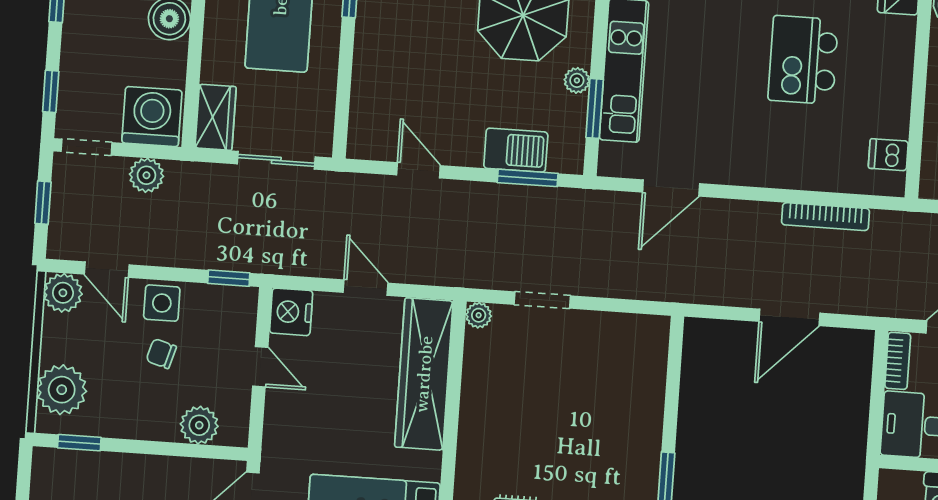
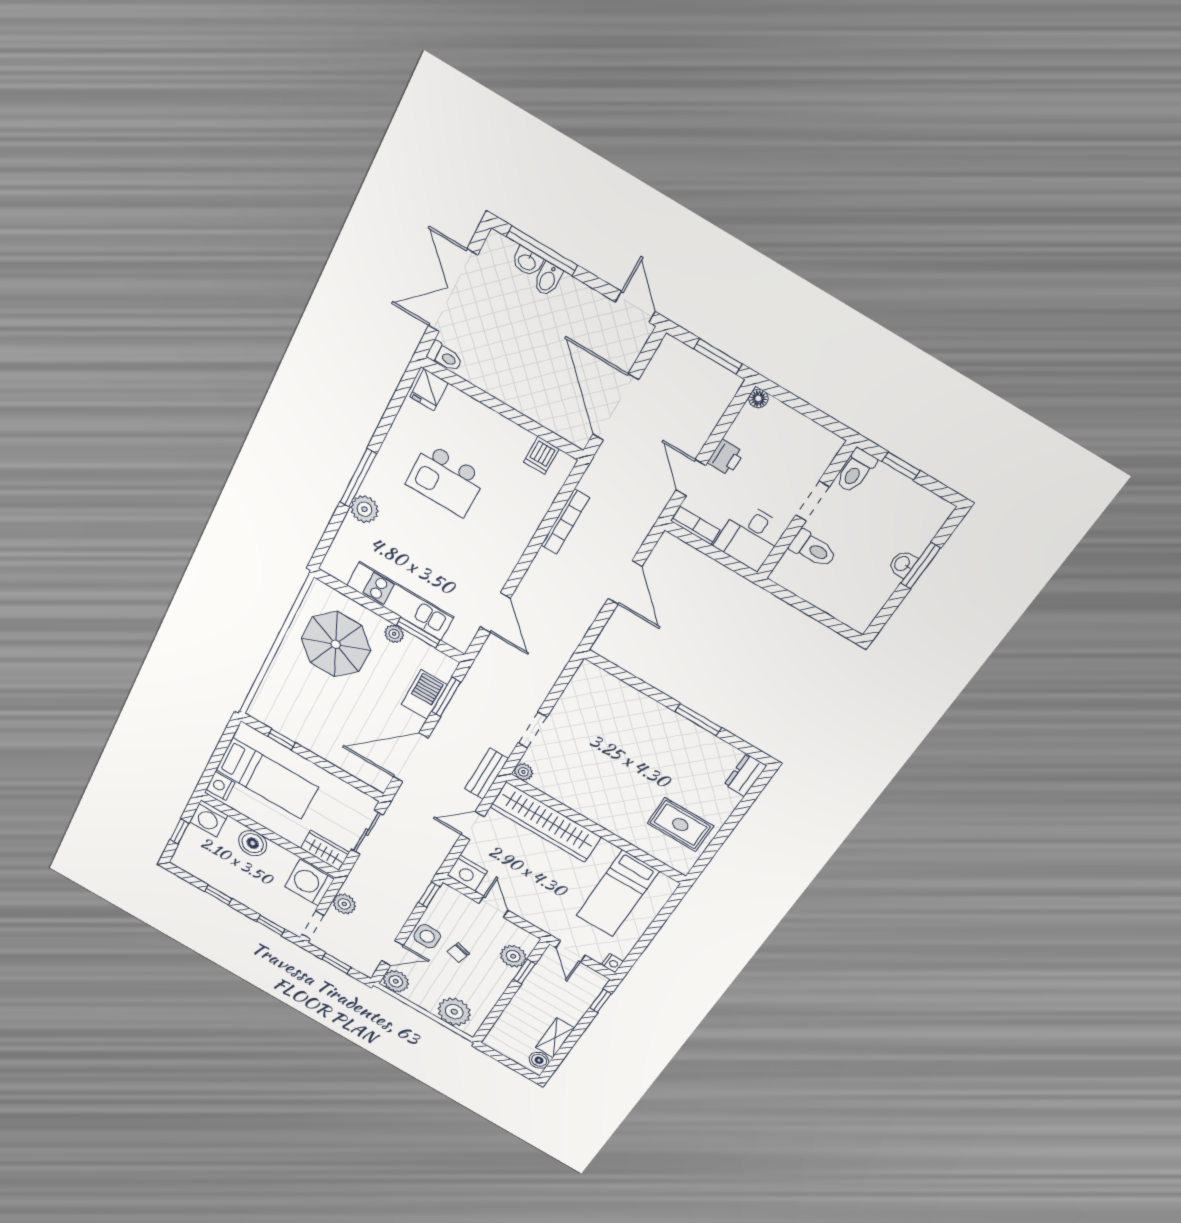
door: (418, 170) -> (411, 758), width x1.88
bench: (450, 272) -> (487, 774), added
door: (260, 367) -> (494, 907), hinge flipped
window: (79, 443) -> (524, 972), moved

